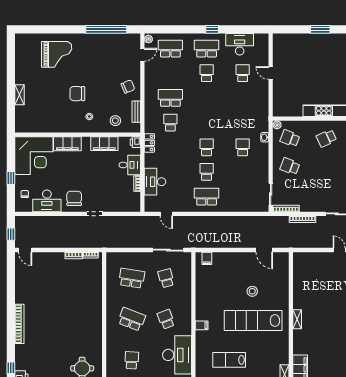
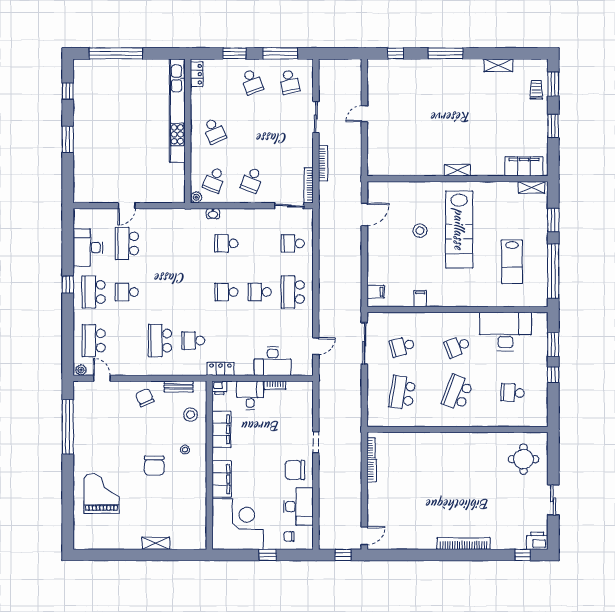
school desk: (243, 73) -> (127, 243), width x1.85
school desk: (243, 197) -> (293, 243), added
filing cabinet: (202, 325) -> (420, 299), moved

